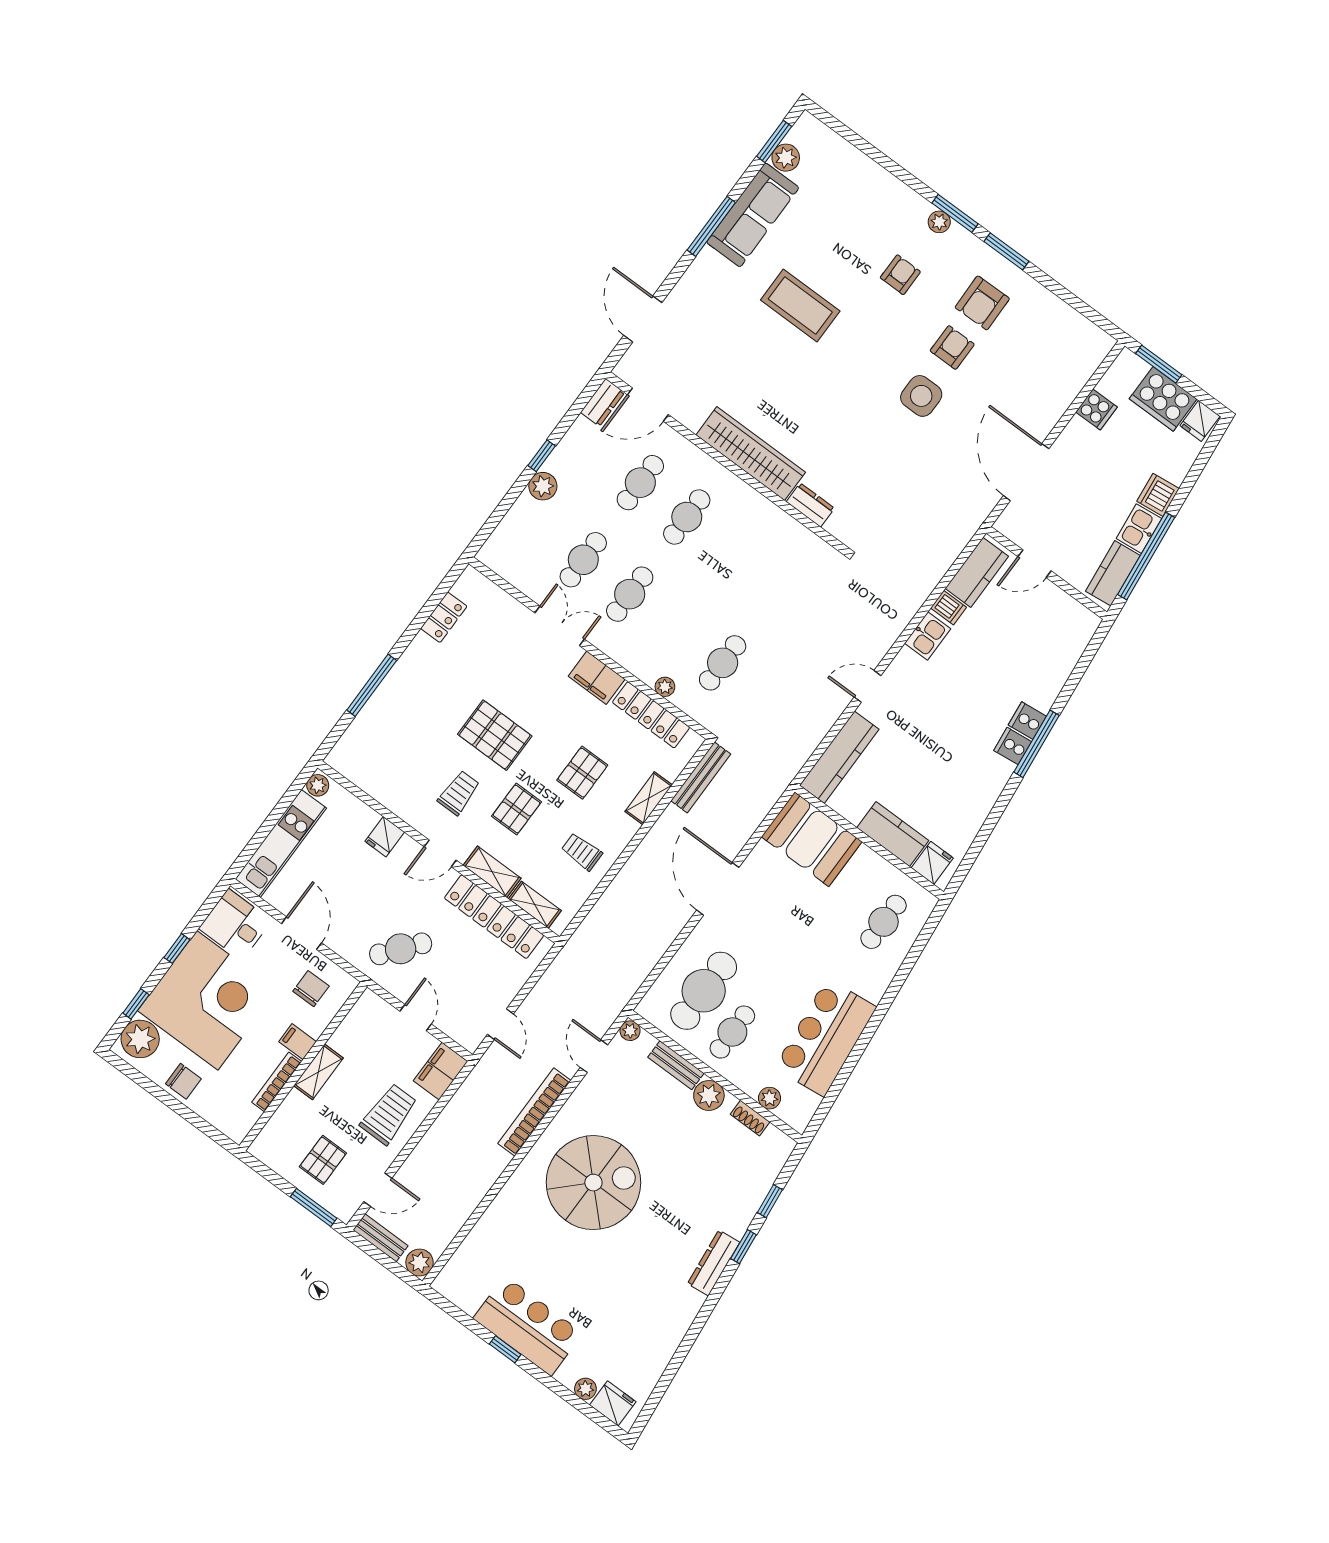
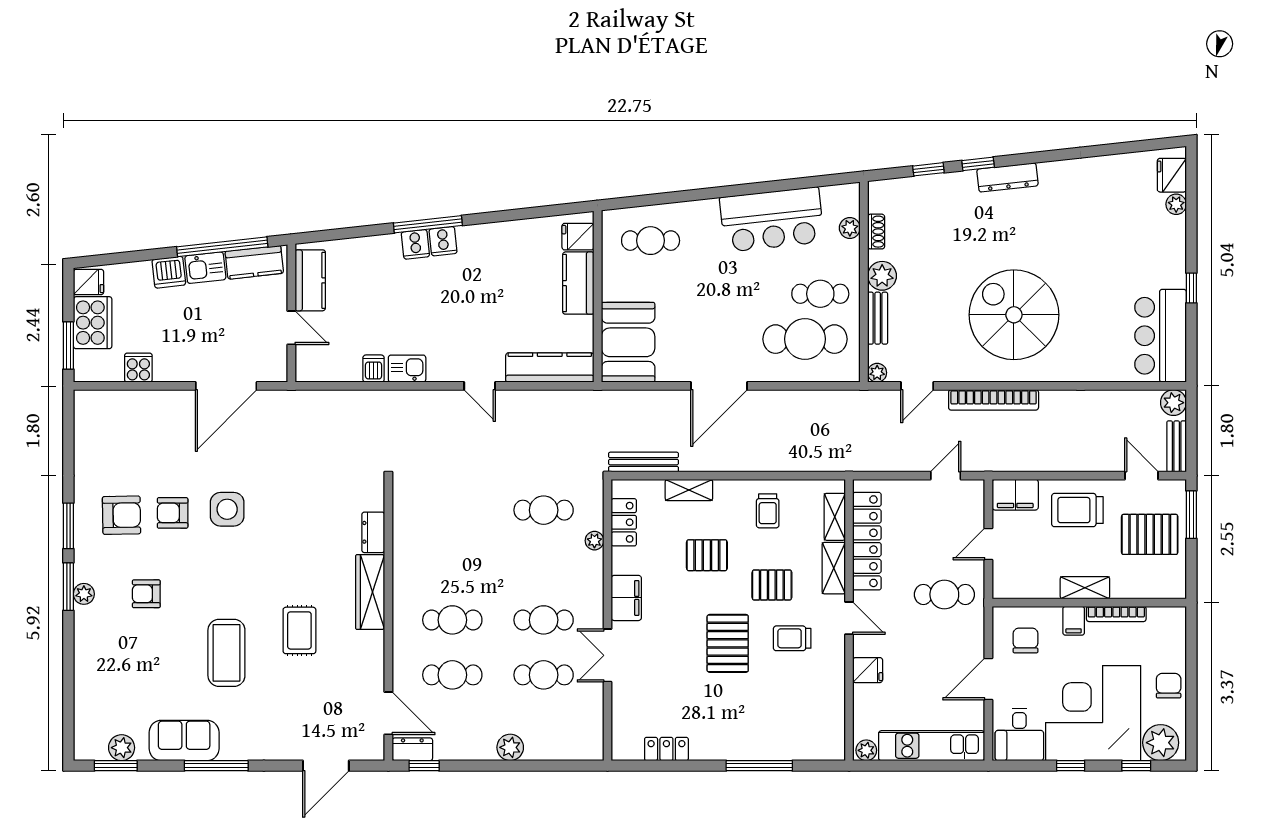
sofa: (753, 215) -> (184, 740), width x0.73
rug: (774, 381) -> (299, 630), added
wardrobe: (751, 454) -> (370, 592), width x0.71, depth x0.85
window: (542, 456) -> (424, 766), moved
kitchen counter: (977, 572) -> (310, 280), moved, turned 90
locker: (651, 715) -> (624, 522), width x0.66
cafe table: (401, 949) -> (944, 594), turned -39
chair: (311, 989) -> (1026, 640), turned 90
pallet: (323, 1160) -> (1150, 534), width x1.50, depth x1.42
bar counter: (528, 1326) -> (1161, 336), moved

